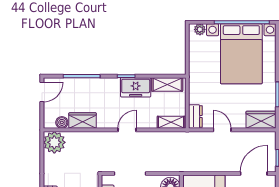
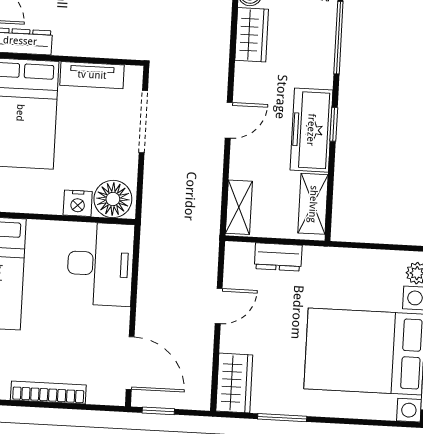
freezer: (136, 87) -> (311, 130), width x1.40
dresser: (195, 117) -> (278, 257), moved
door: (127, 130) -> (229, 120), hinge flipped

